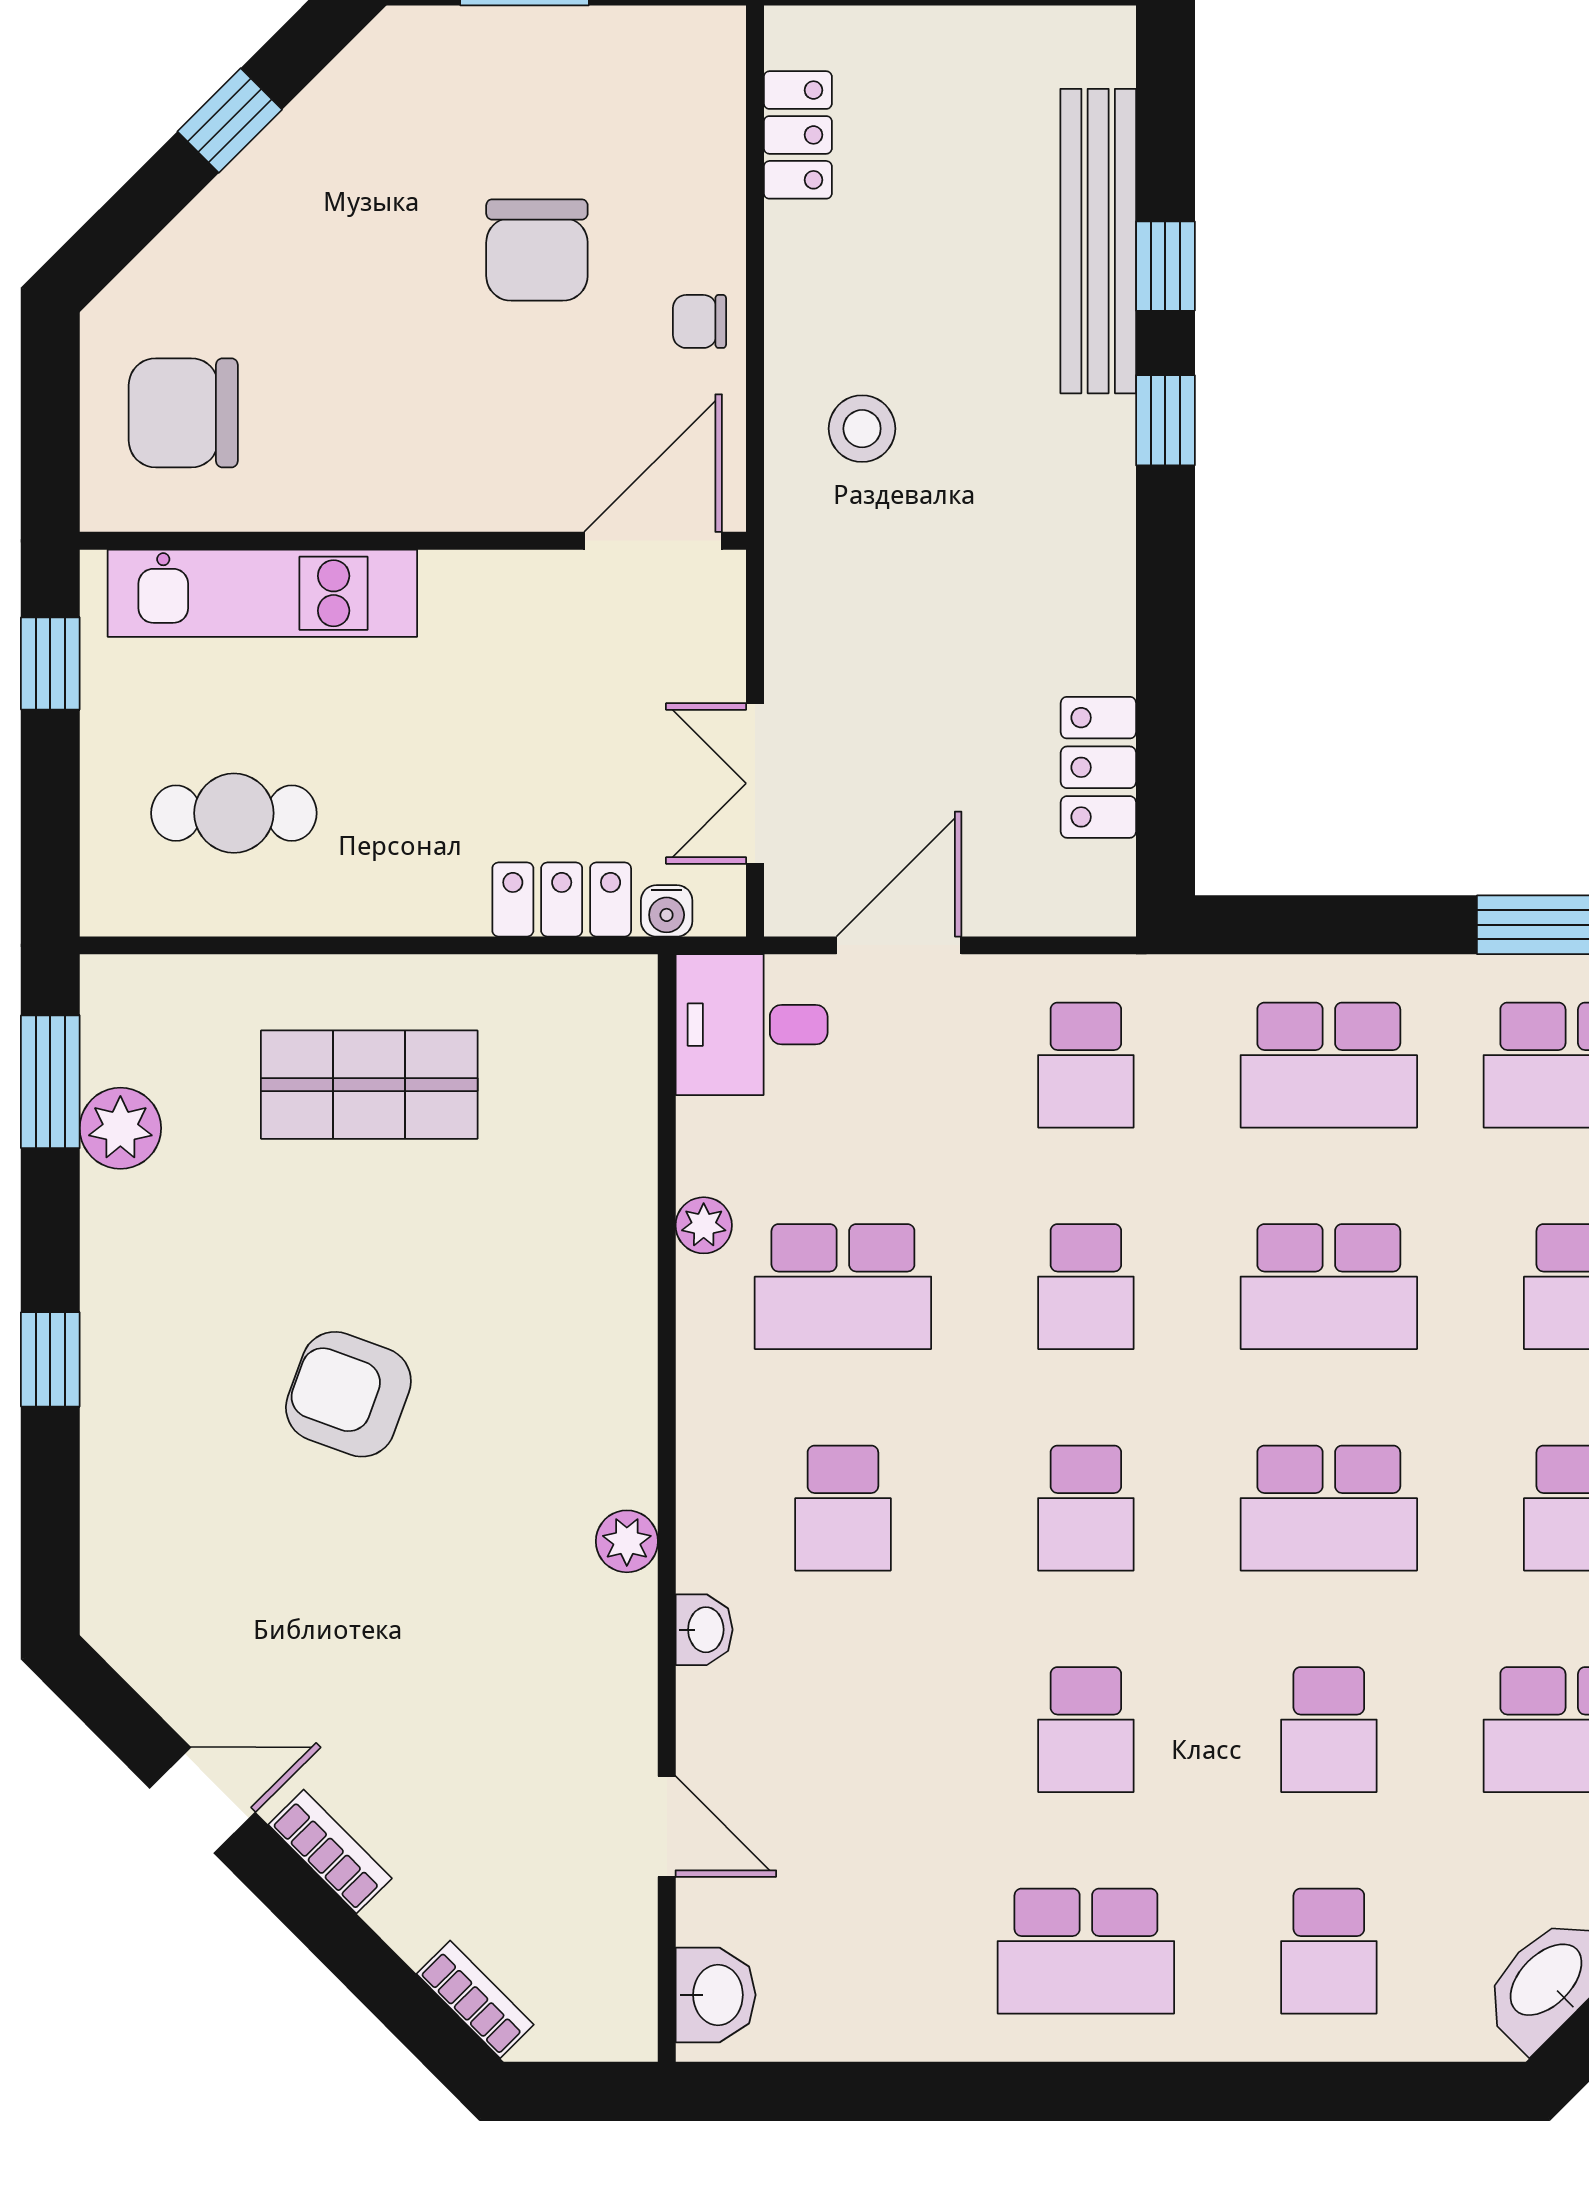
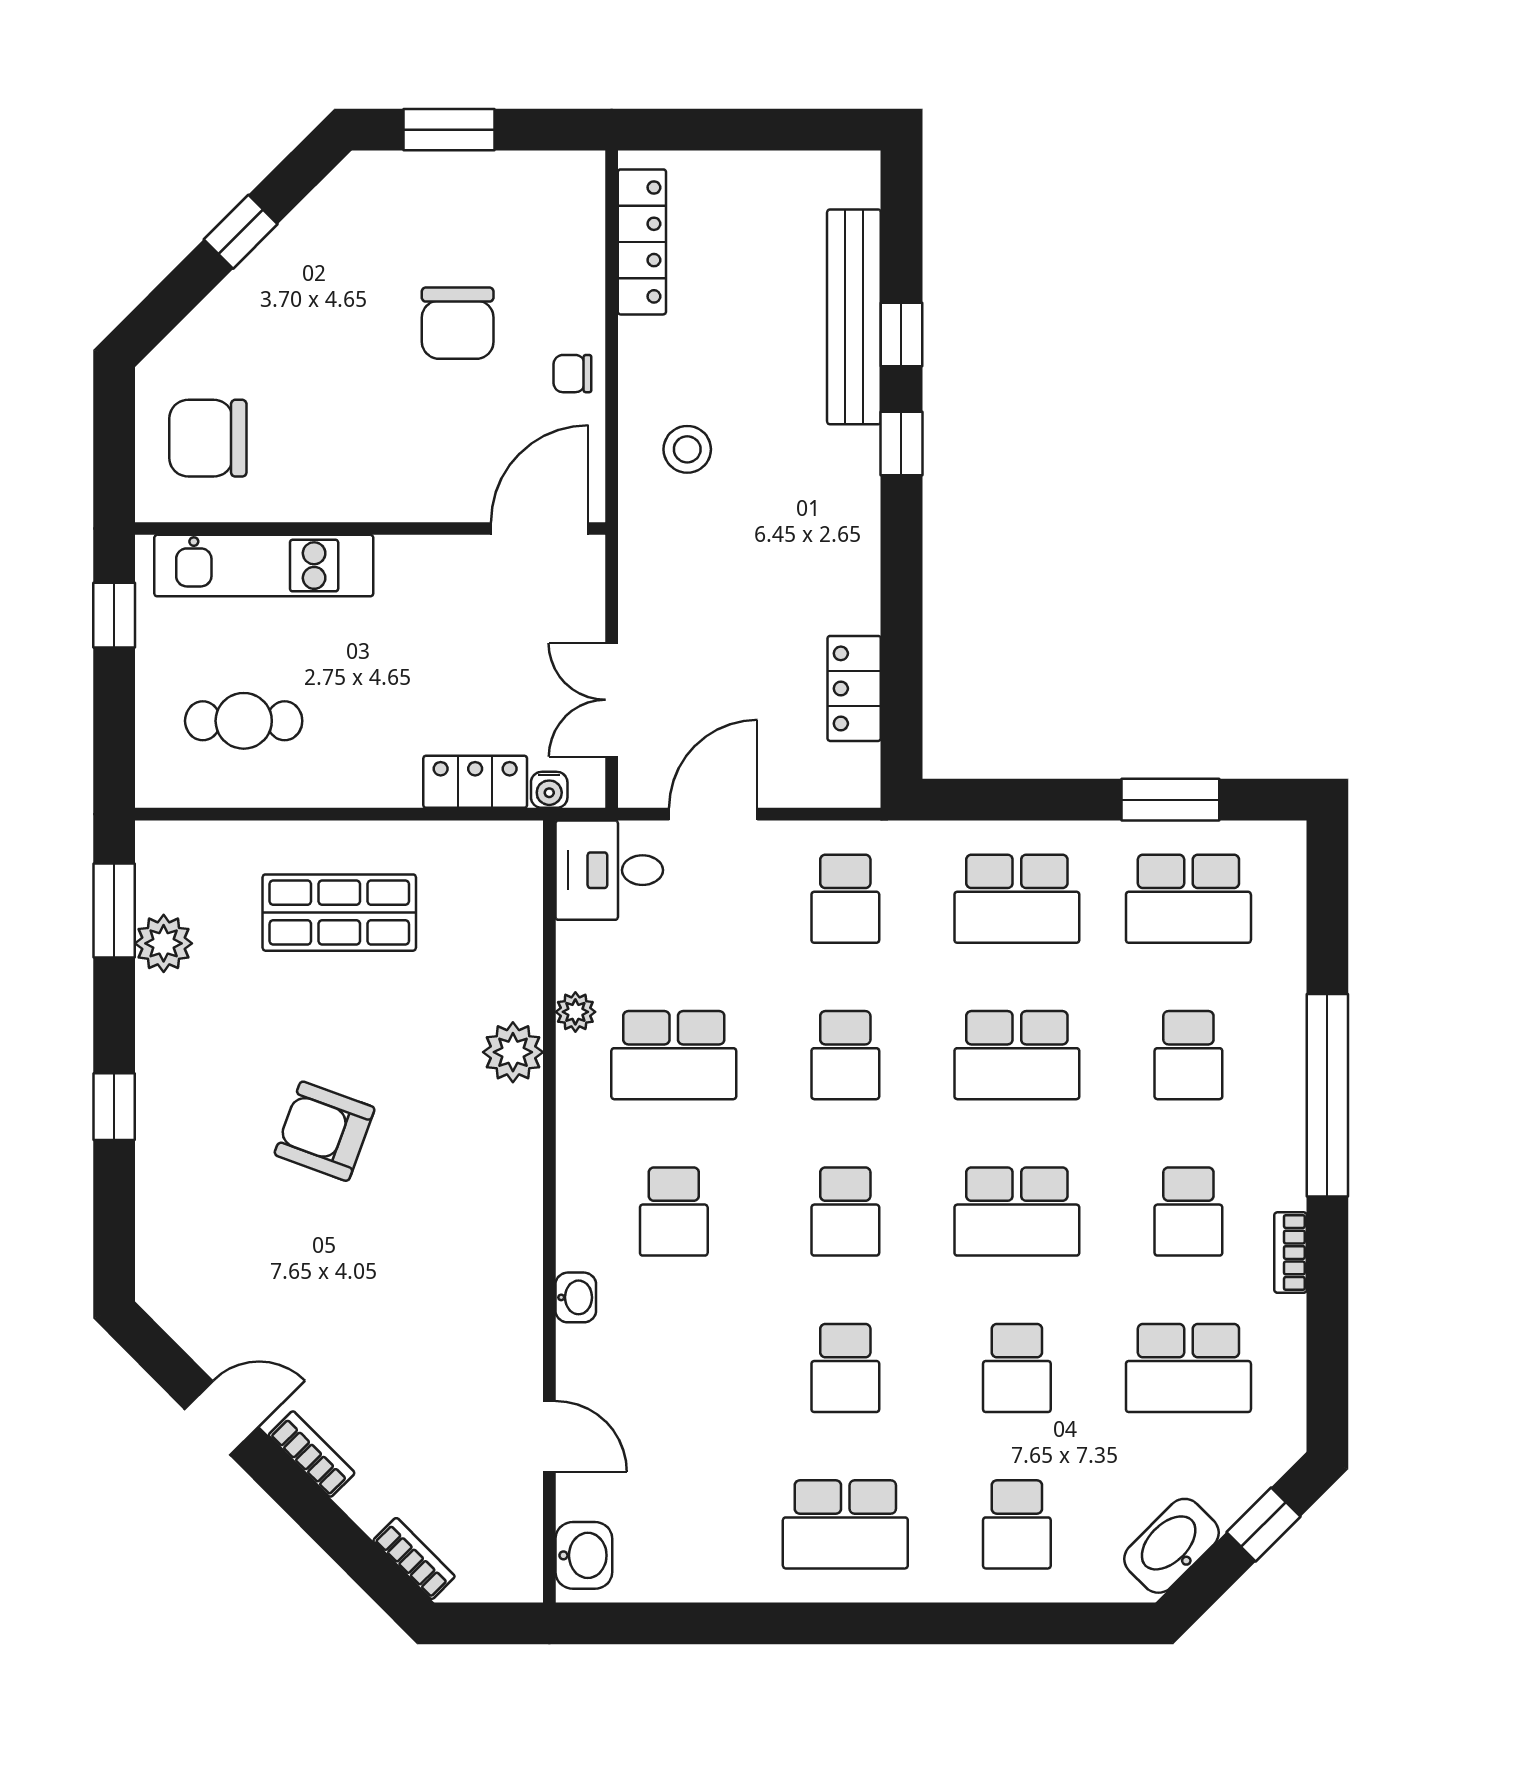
locker: (798, 135) -> (642, 242), width x1.53
plant: (627, 1541) -> (513, 1052), moved, width x1.38, depth x1.38

